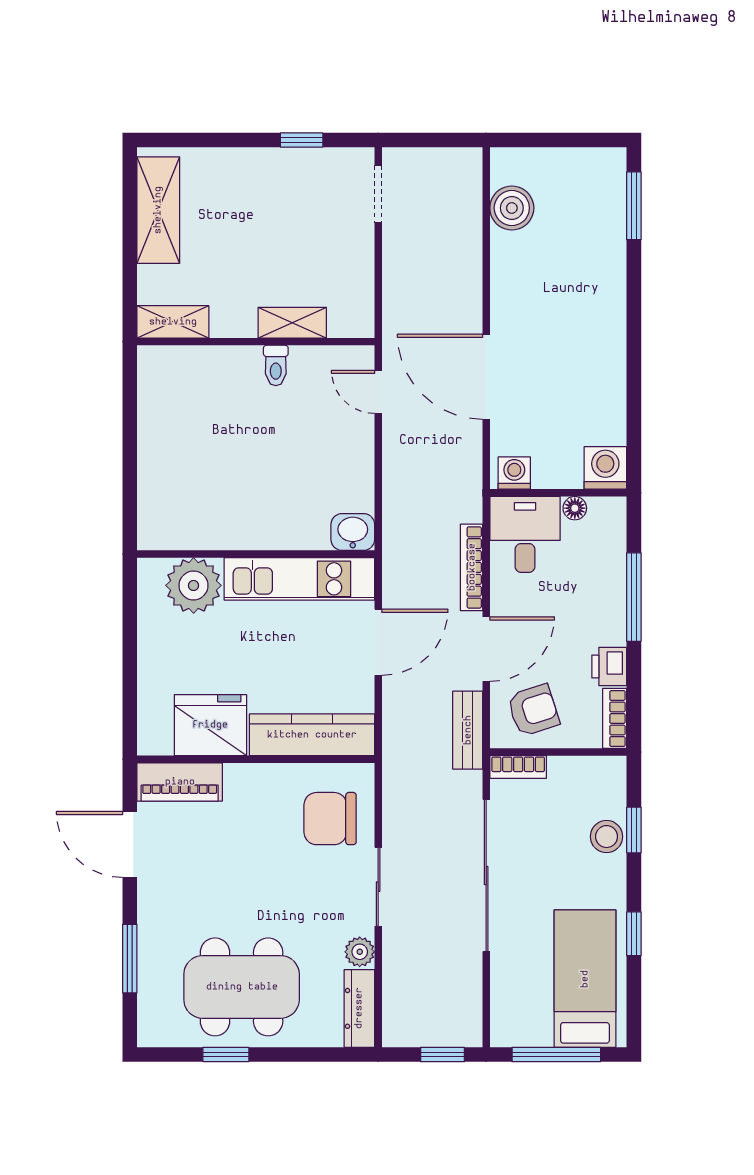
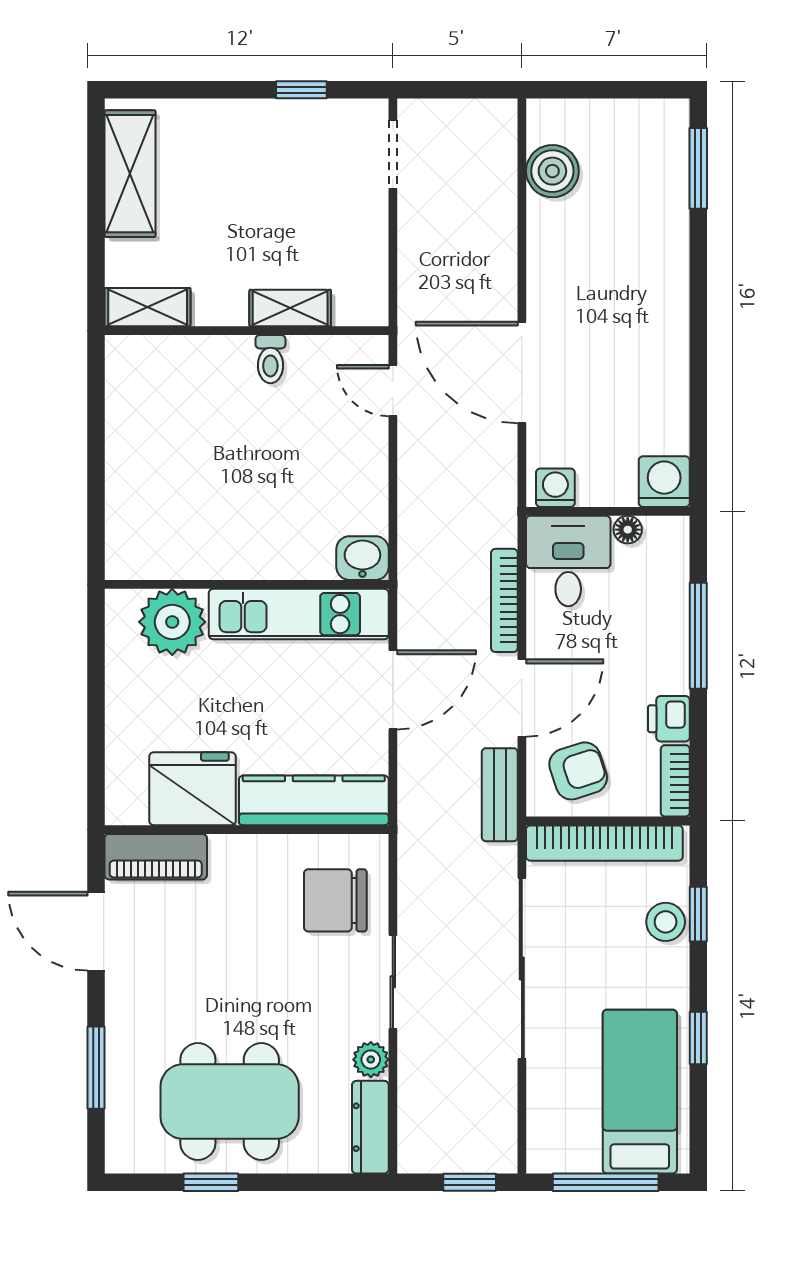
bookcase: (518, 767) -> (604, 843), width x2.31, depth x1.31

